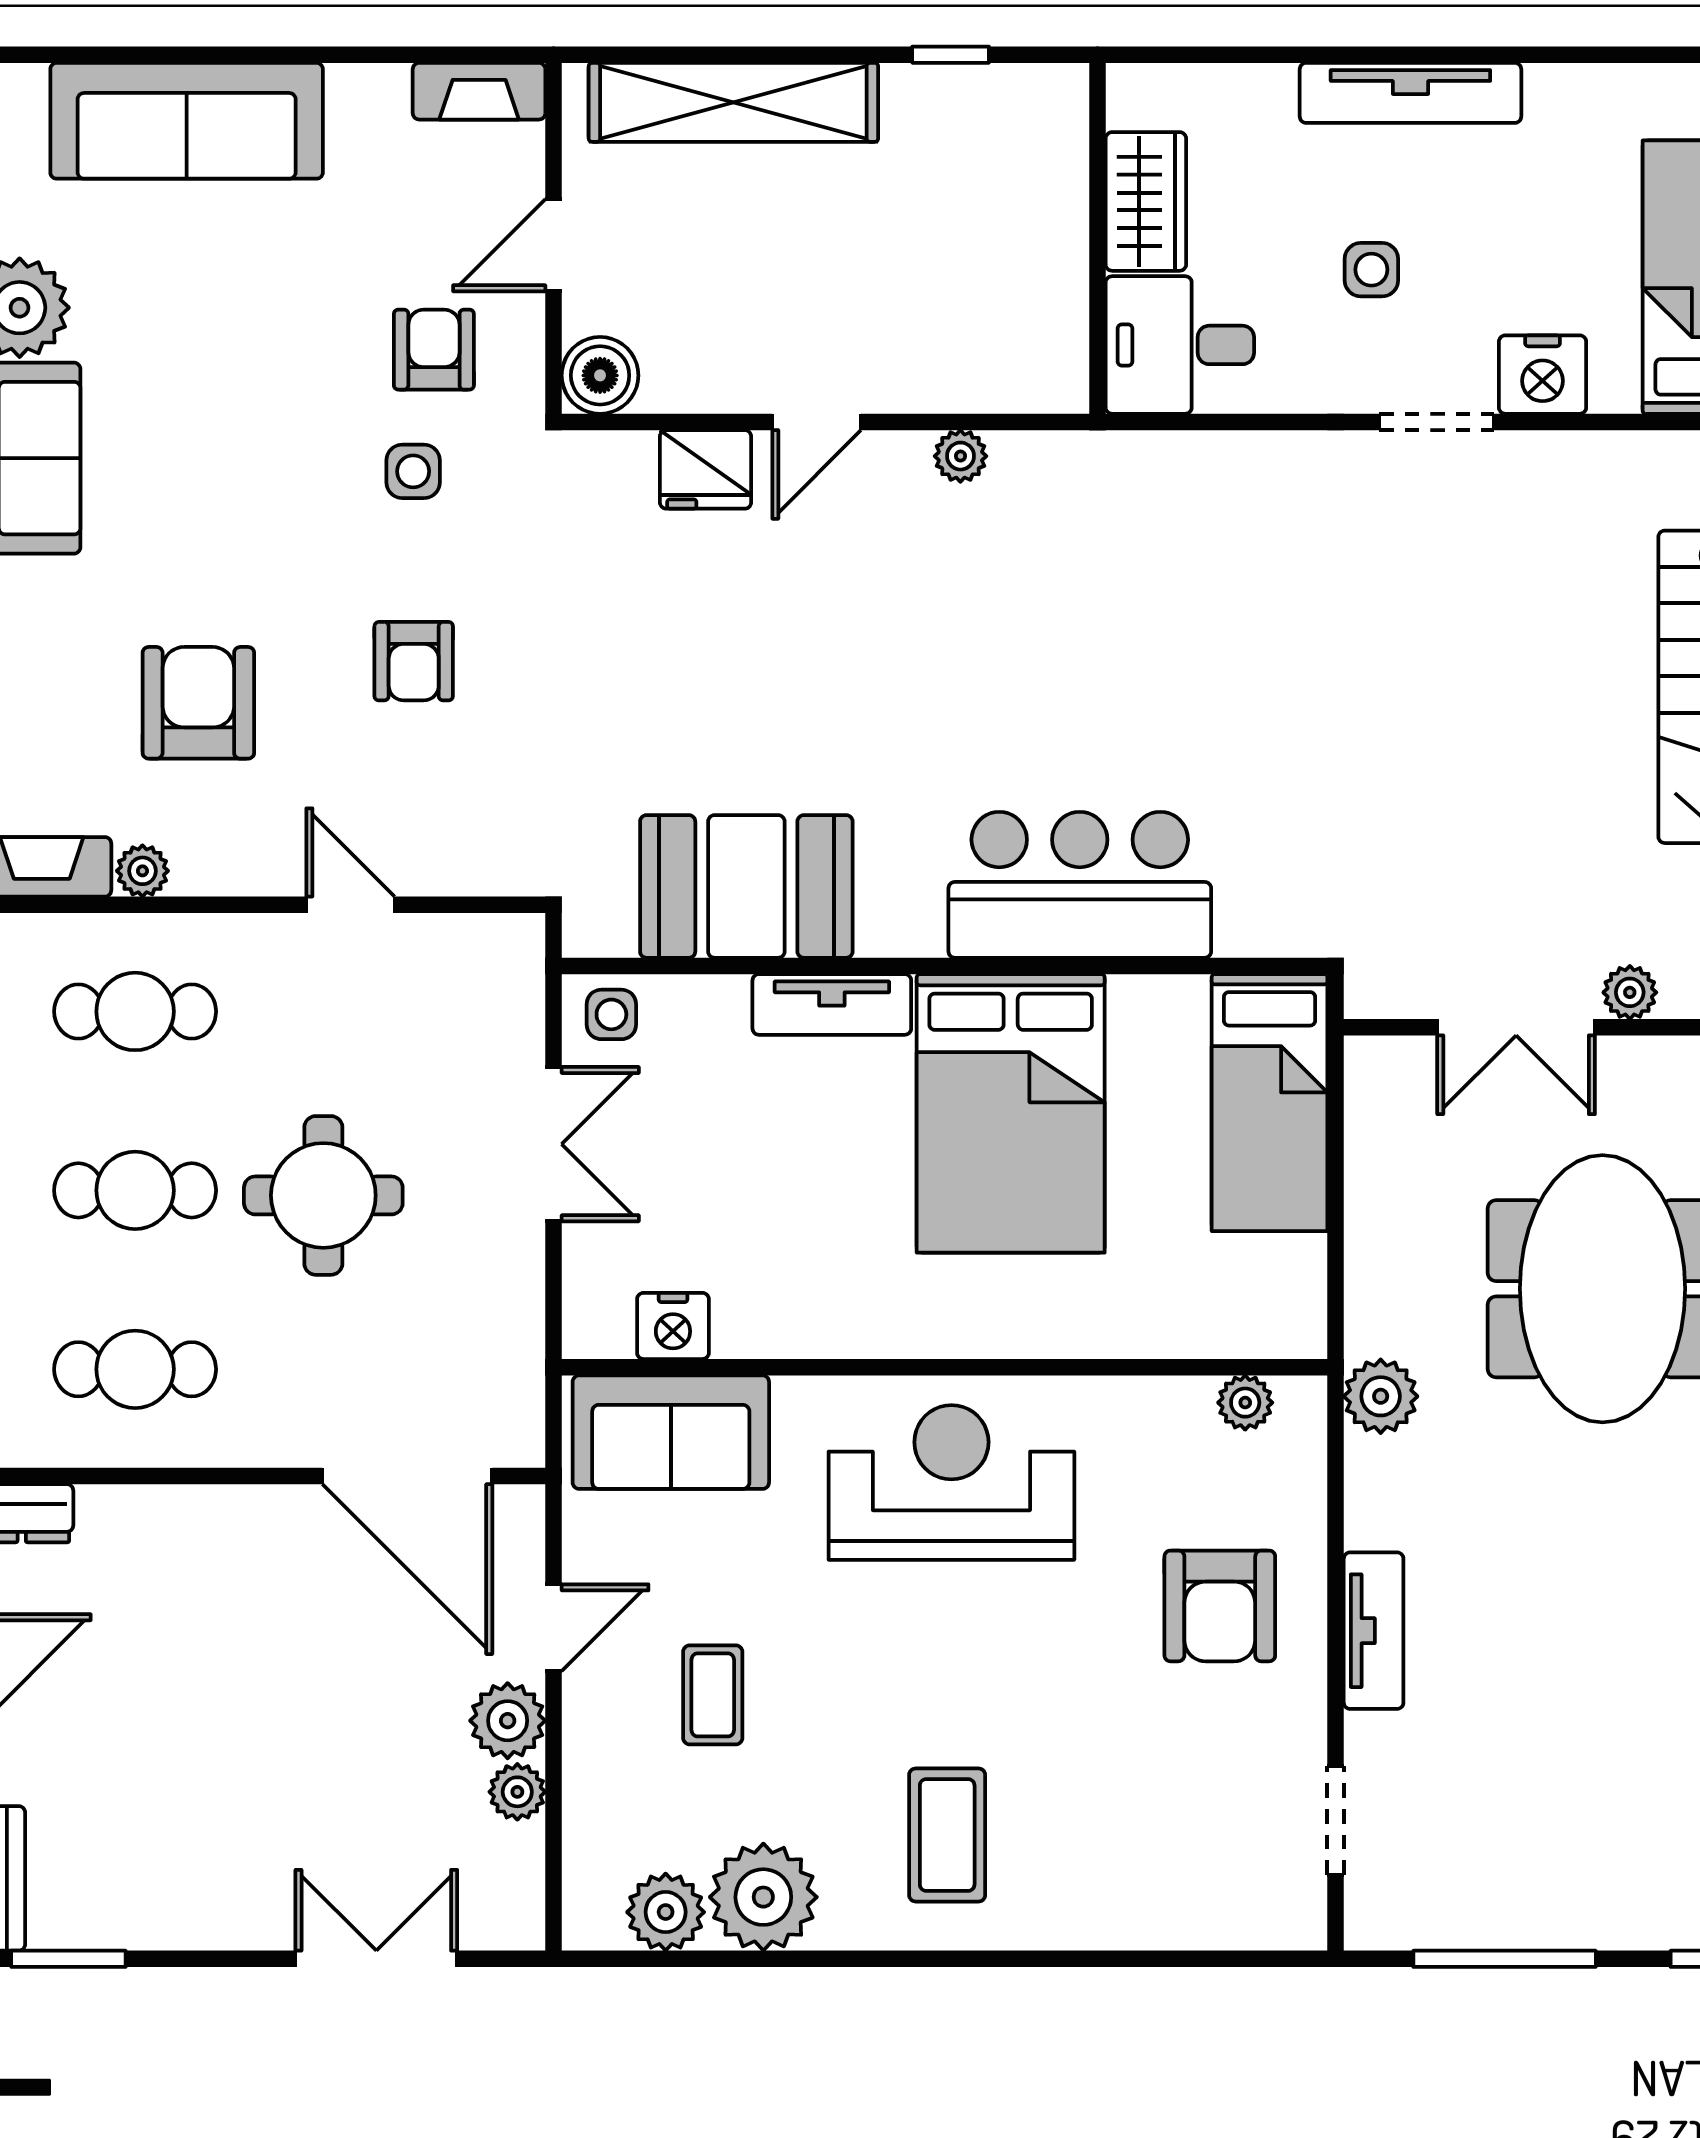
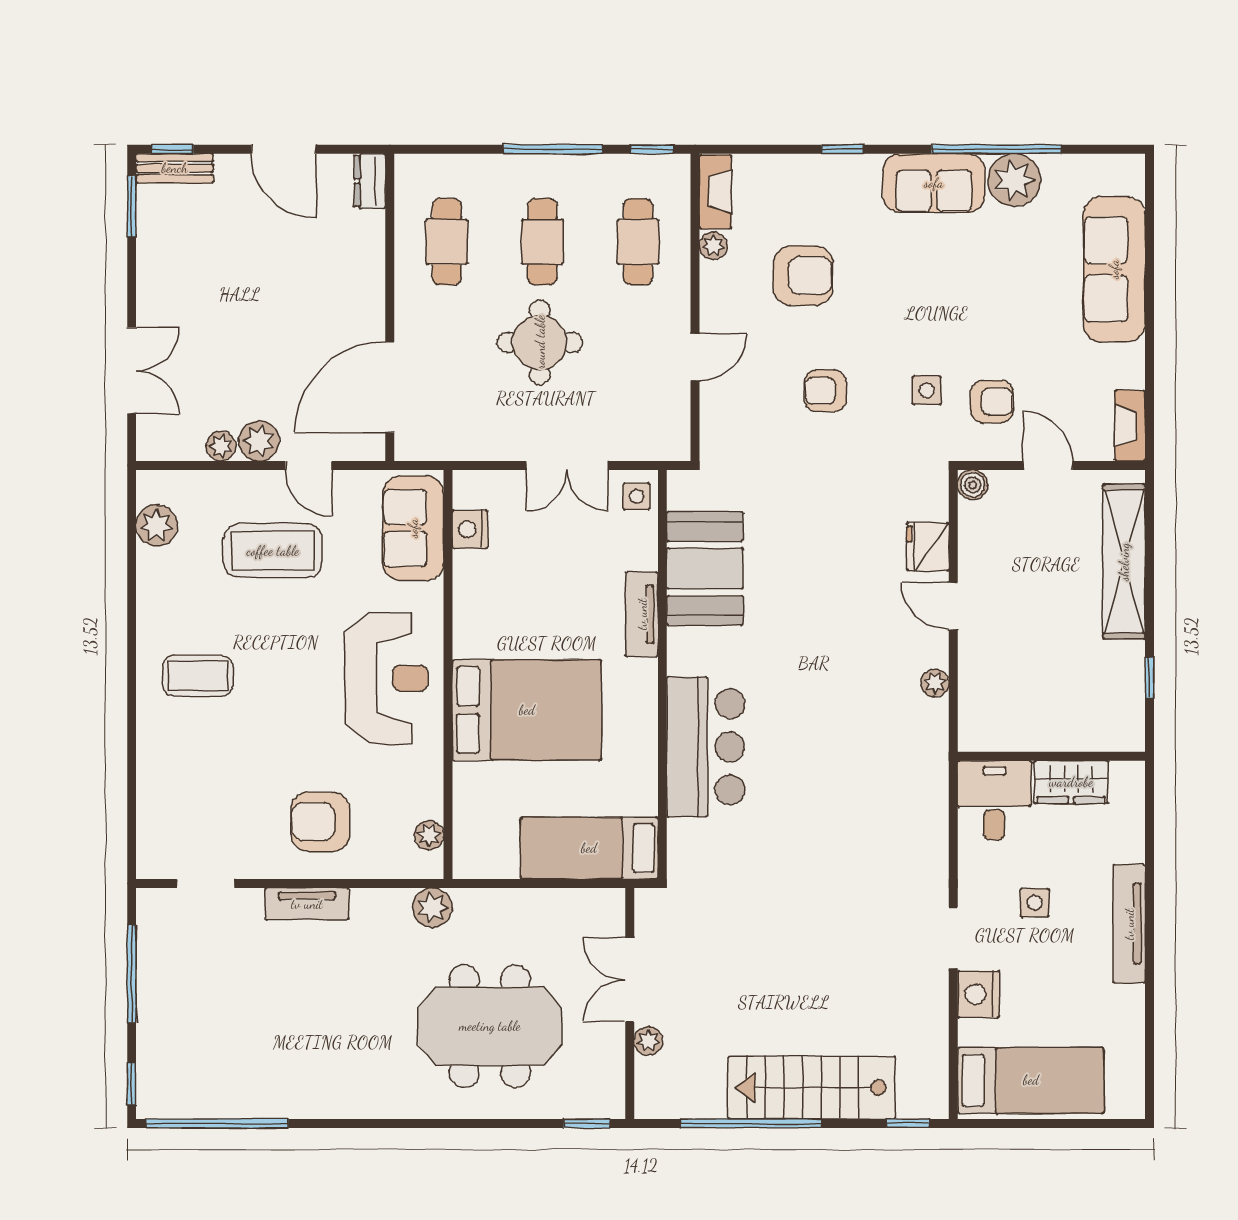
boiler: (600, 375) -> (973, 485), width x0.73, depth x0.73
bed: (1011, 1113) -> (527, 710), moved, turned 180
coffee table: (713, 1695) -> (273, 551), width x1.86, depth x1.72
plant: (763, 1897) -> (165, 578), removed

